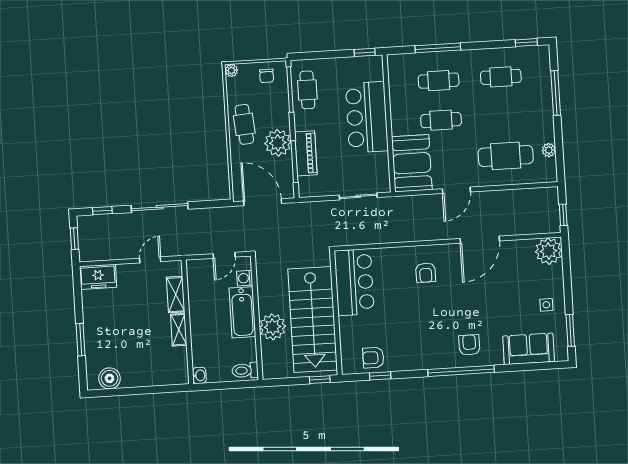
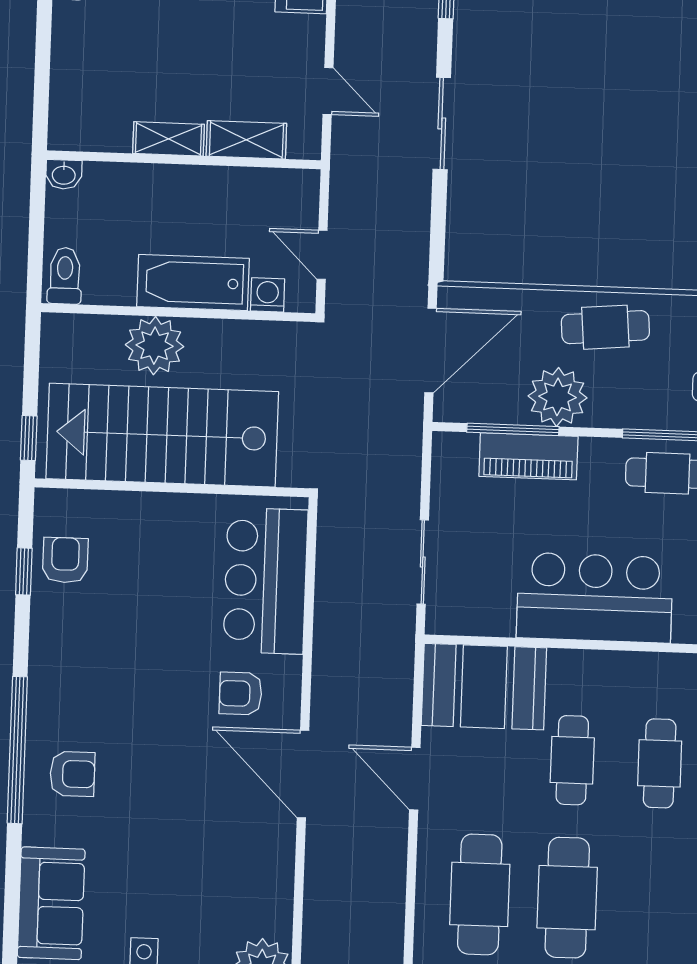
cafe table: (501, 77) -> (567, 898), moved, width x1.37, depth x1.35
sliding door: (160, 207) -> (442, 123), width x0.73
door: (480, 240) -> (303, 774), moved
bar counter: (354, 282) -> (265, 581), moved, turned 90

